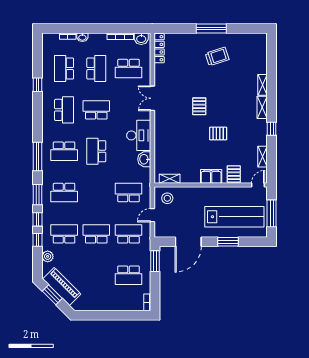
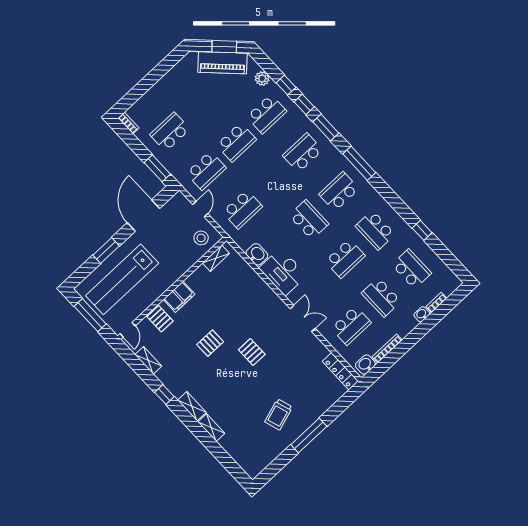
school desk: (129, 69) -> (351, 325), turned 180

